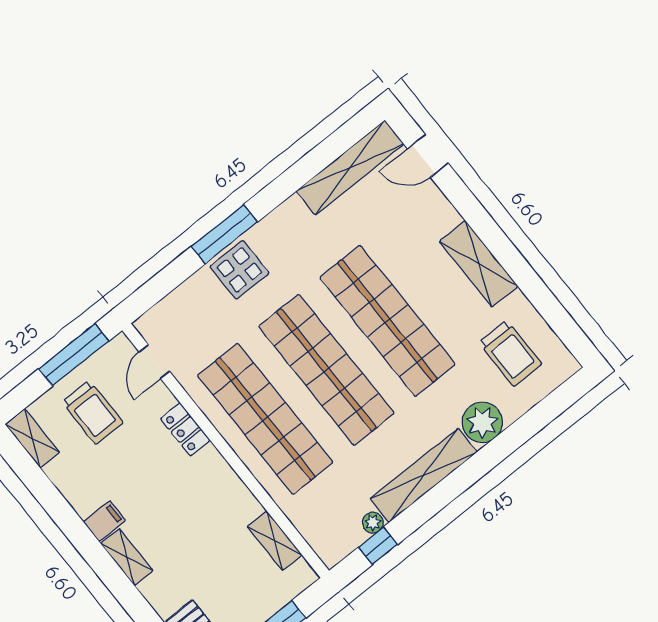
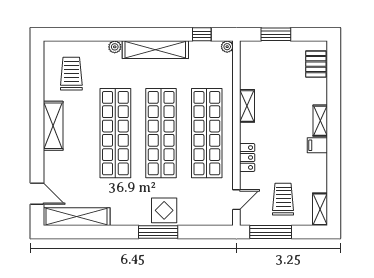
plant: (482, 422) -> (115, 47), width x0.53, depth x0.53
plant: (373, 523) -> (227, 47), moved
shelving: (275, 541) -> (247, 106), moved

